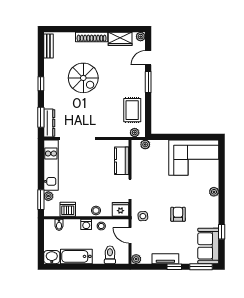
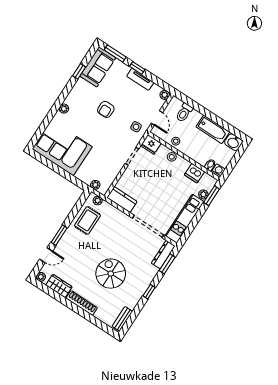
kitchen counter: (122, 161) -> (122, 199), moved, turned -90
washing machine: (86, 224) -> (218, 171), moved

